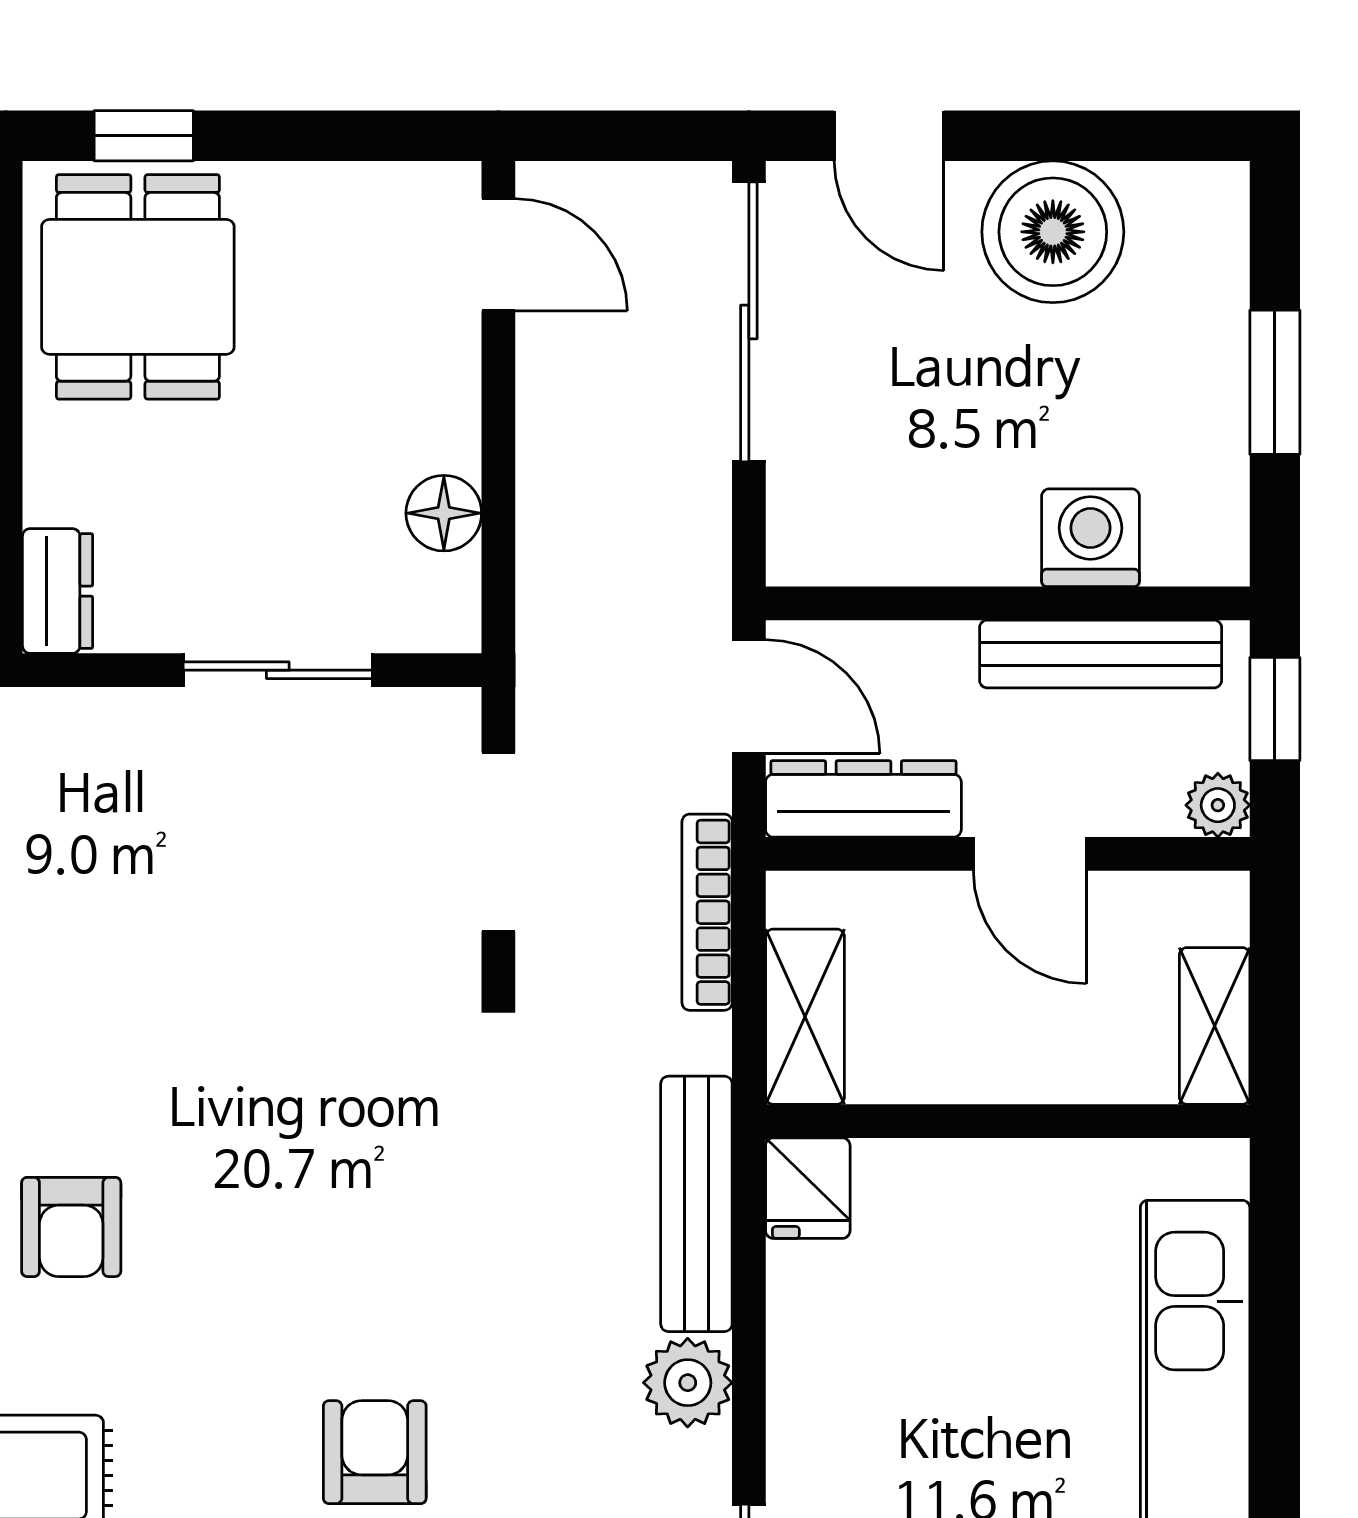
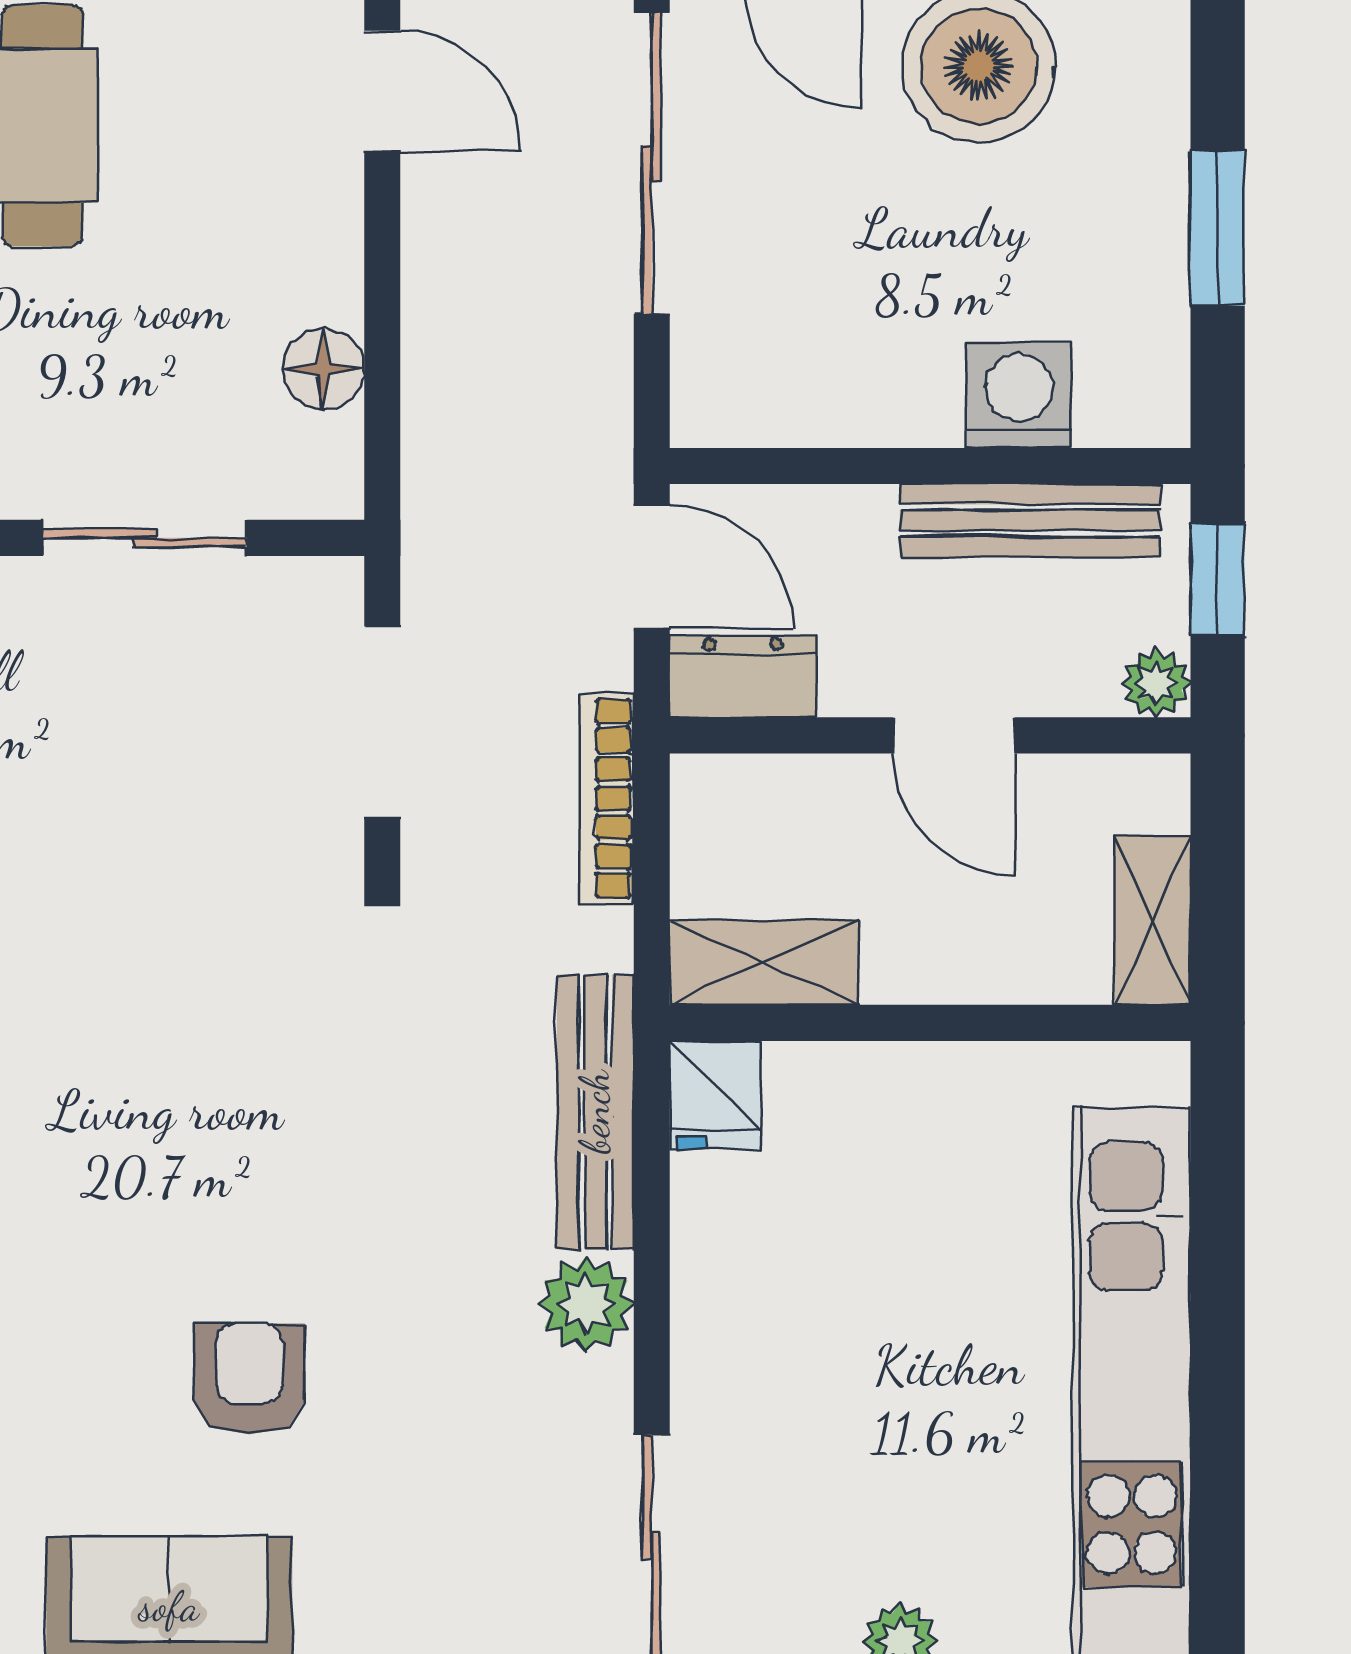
dresser: (863, 799) -> (743, 676), width x0.70
shelving: (805, 1017) -> (764, 962), moved, turned 90

